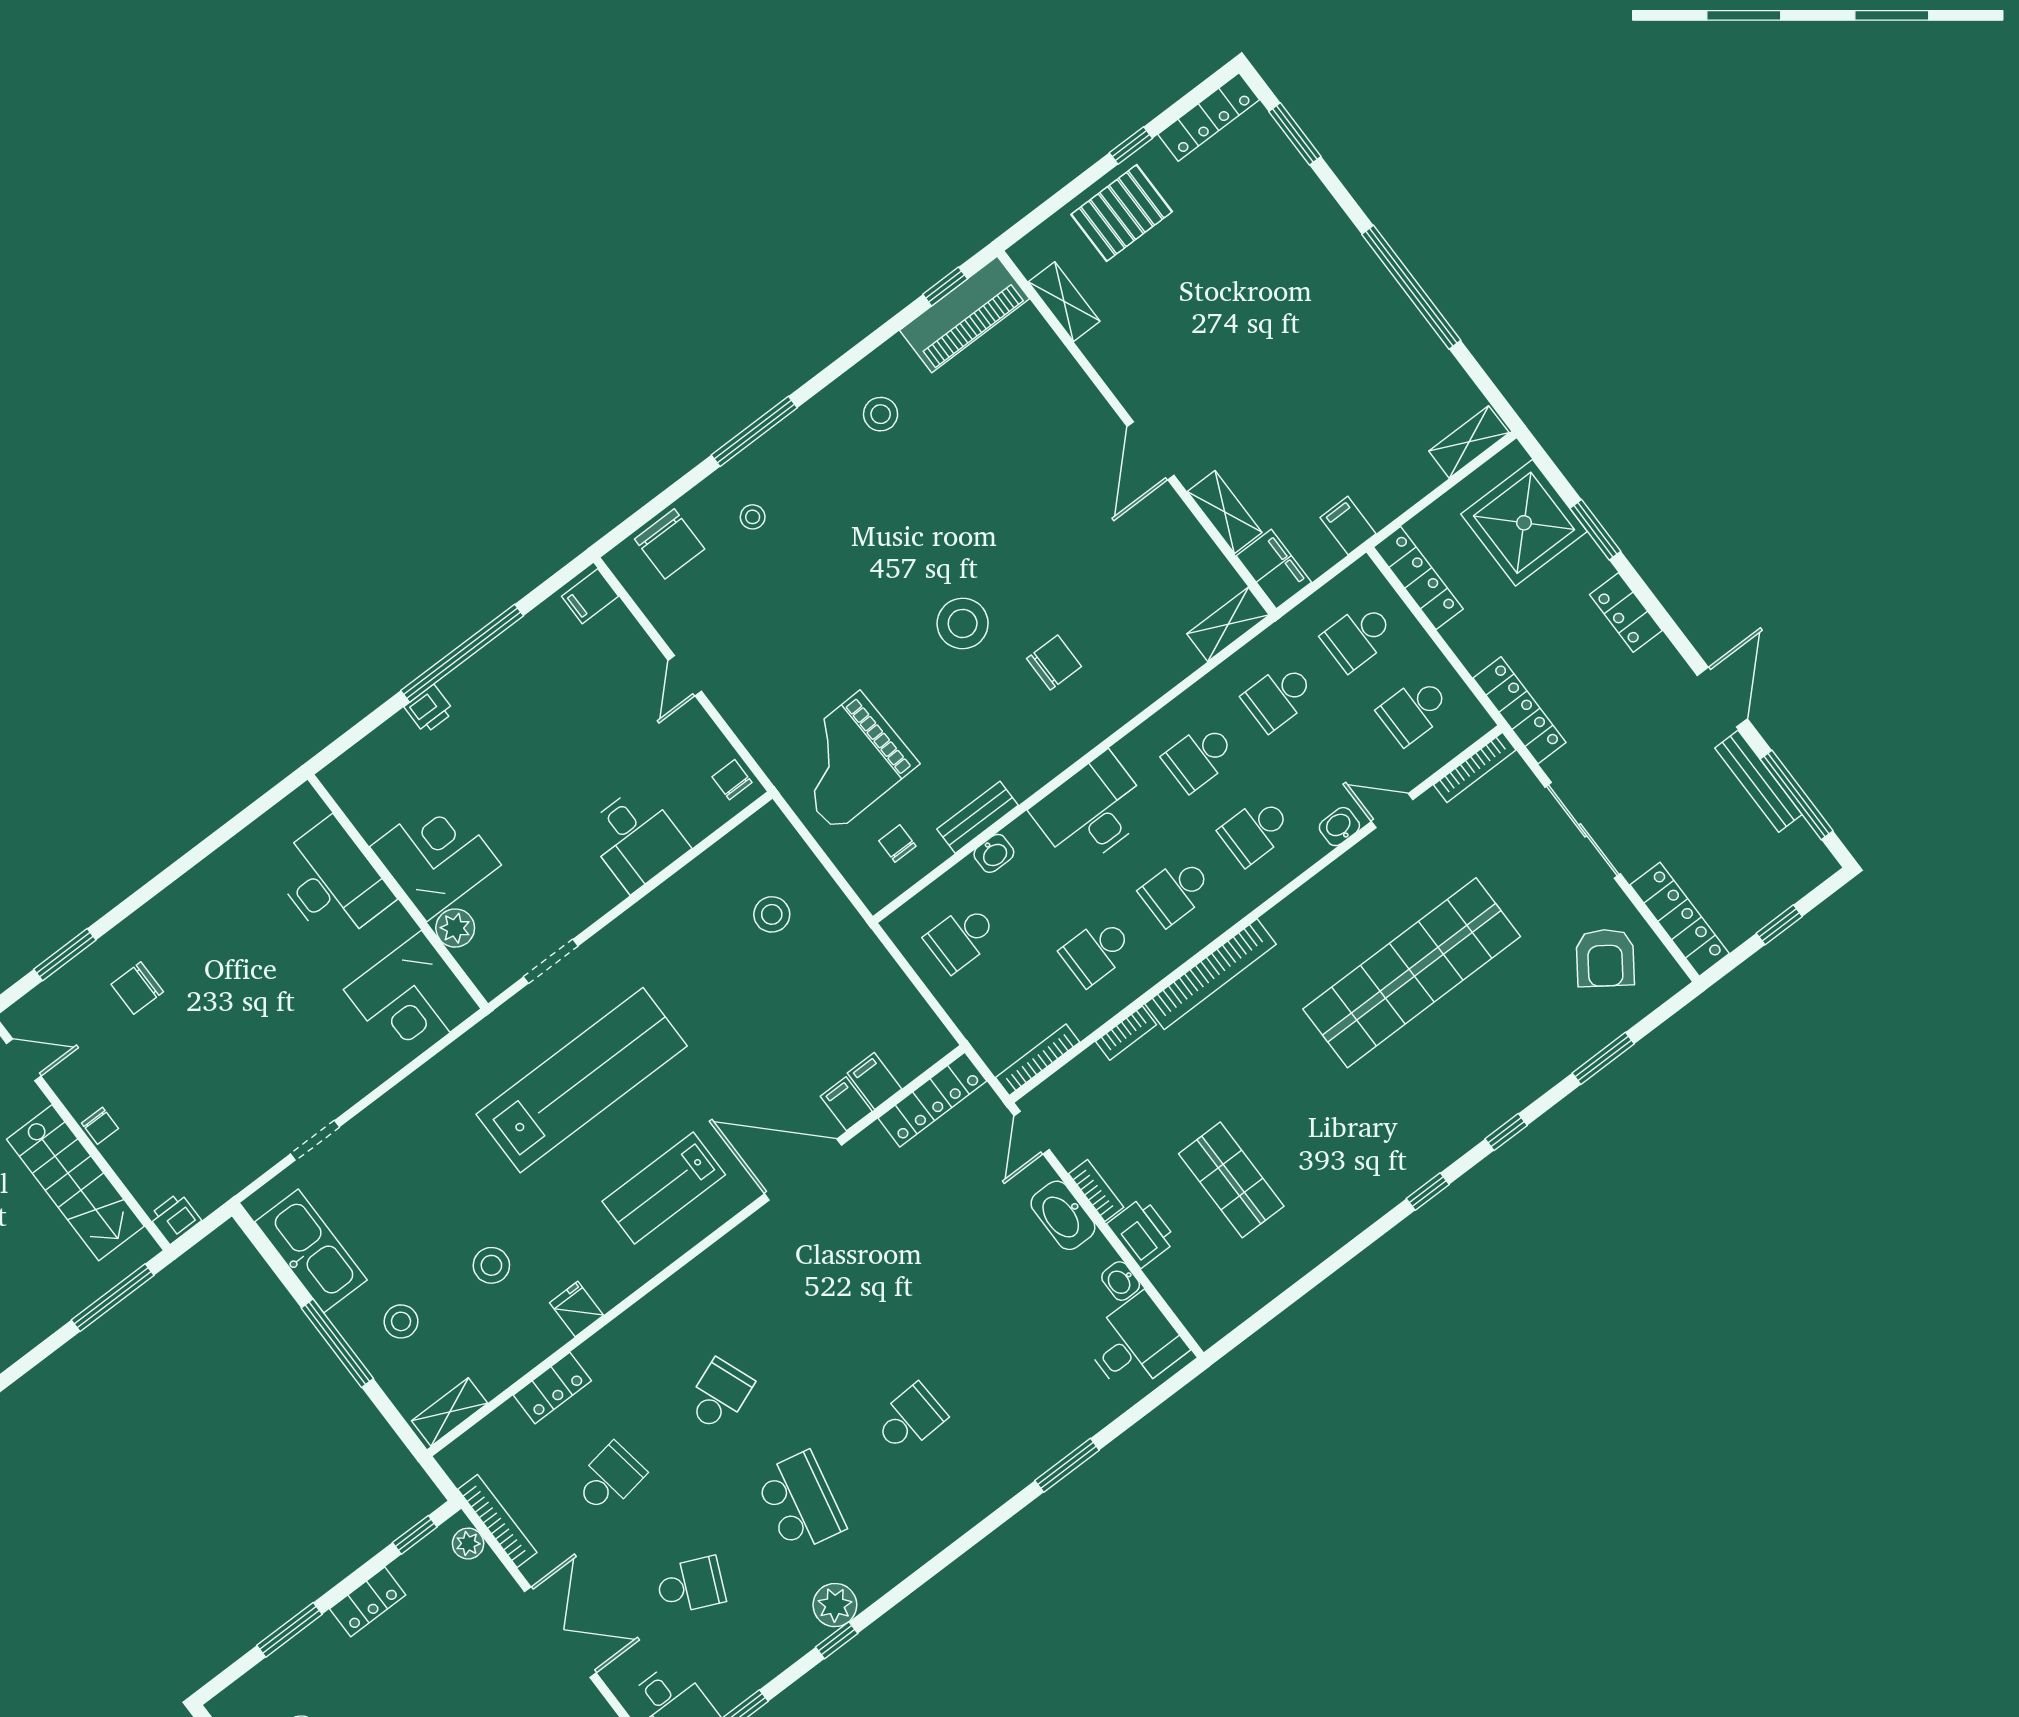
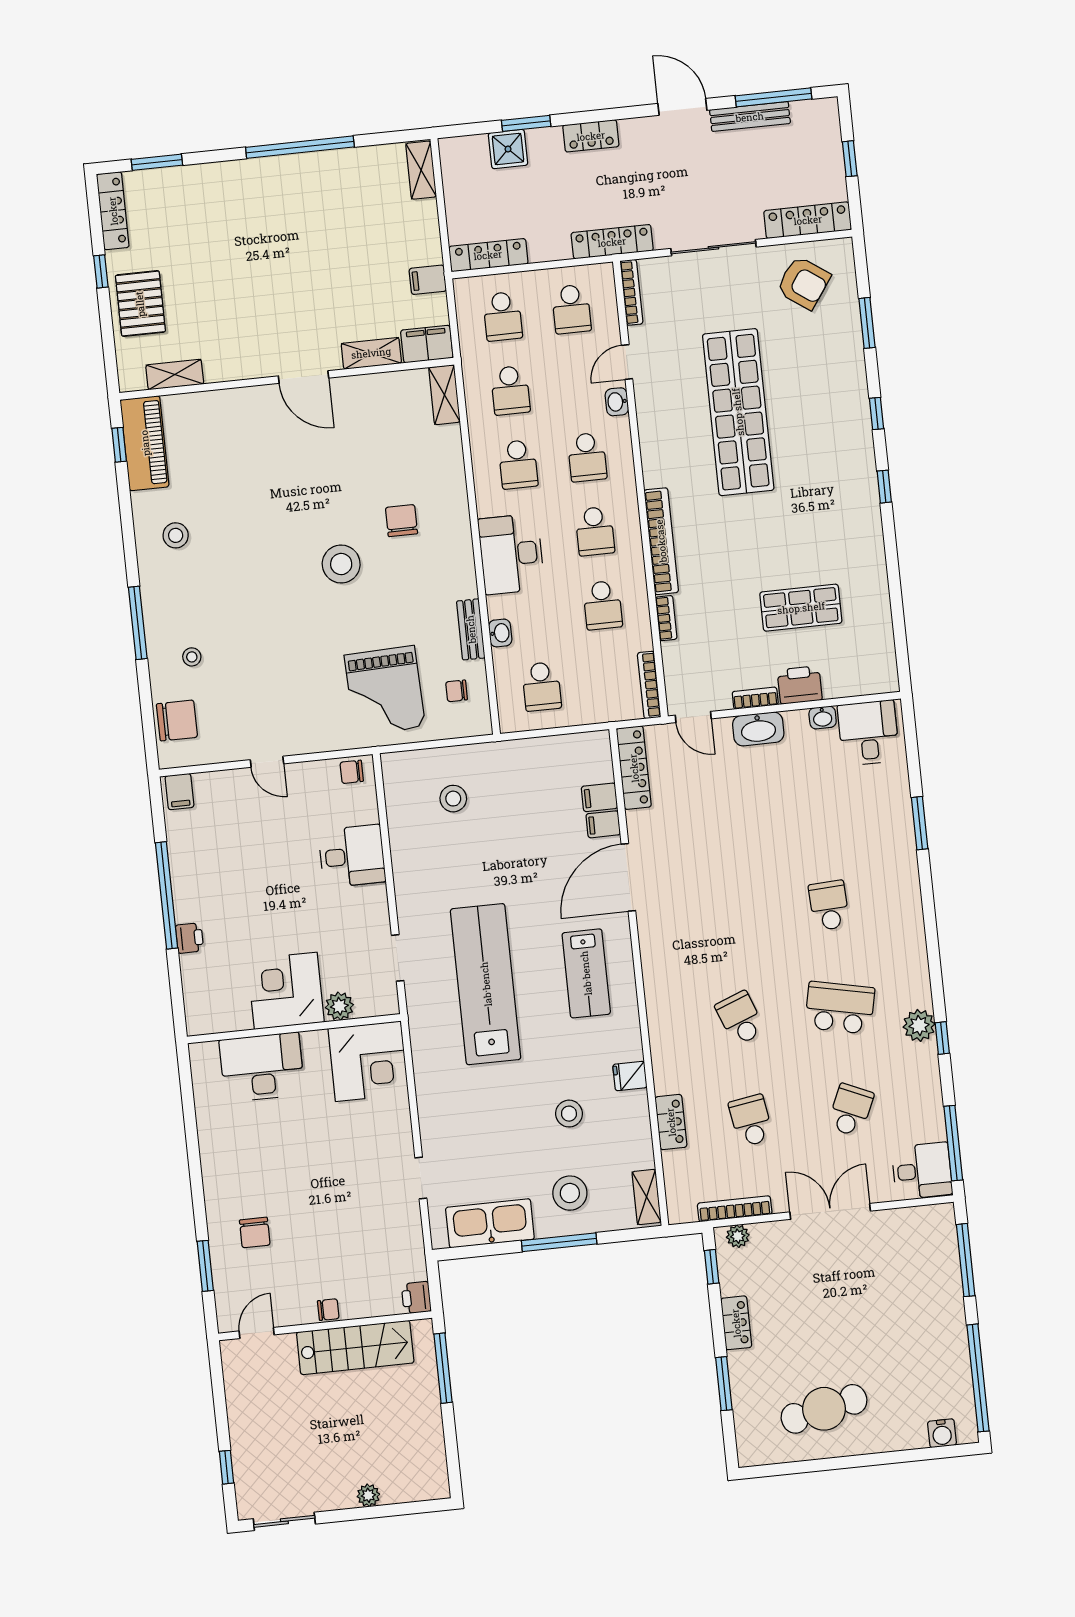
shower: (1524, 523) -> (508, 149), width x0.54, depth x0.54
stool: (401, 1321) -> (570, 1193), width x1.38, depth x1.38

